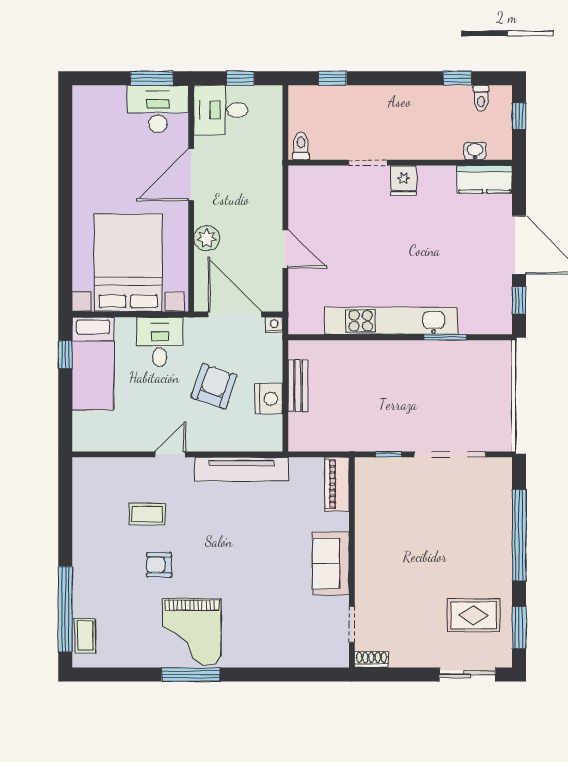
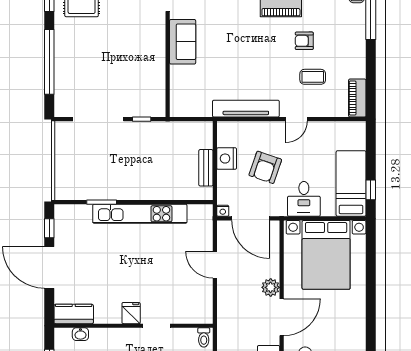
plant: (207, 238) -> (271, 287), moved
piano: (337, 484) -> (357, 98), moved, turned 180
armchair: (159, 565) -> (304, 41), turned 180

